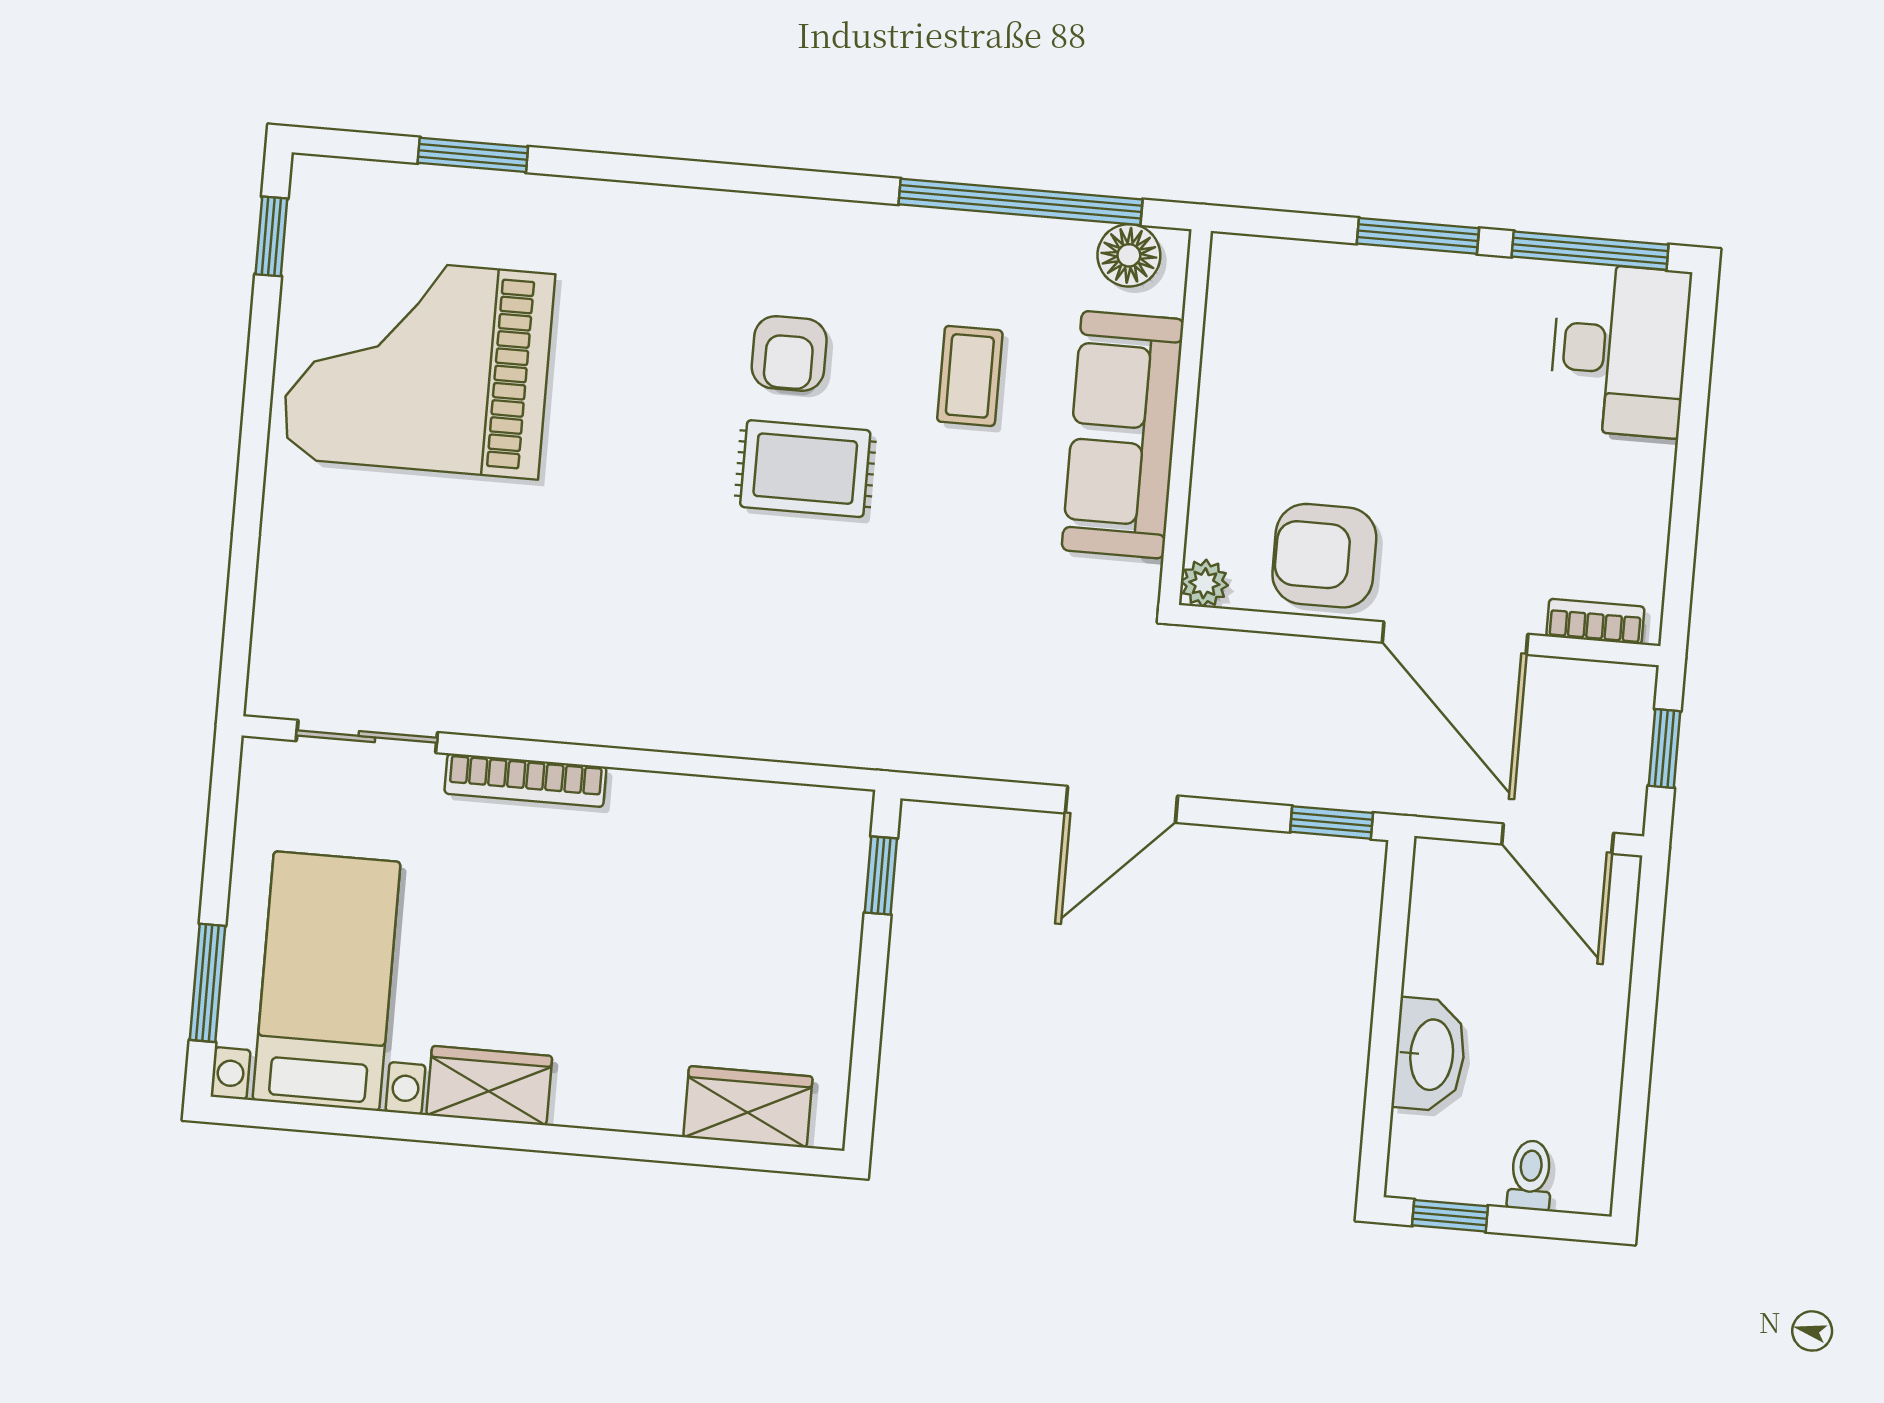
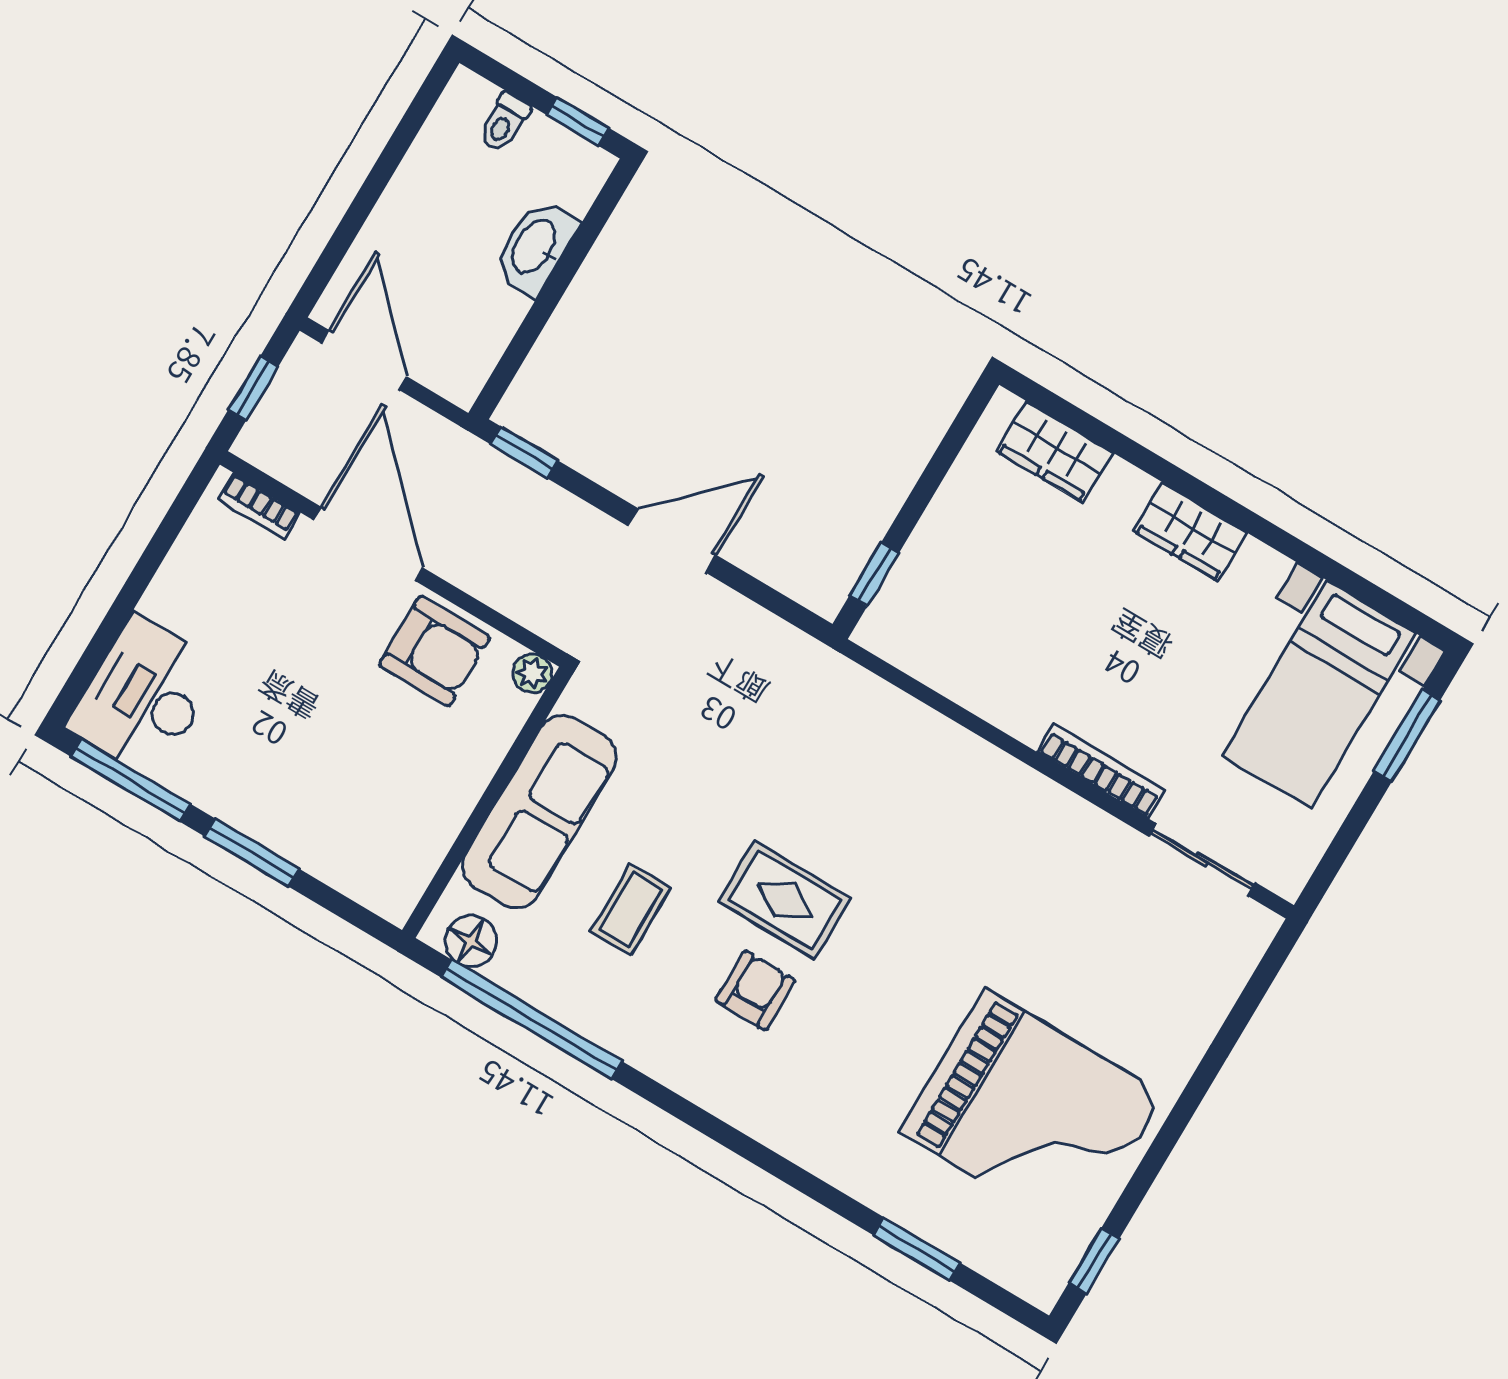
wardrobe: (489, 1086) -> (1190, 532), moved

